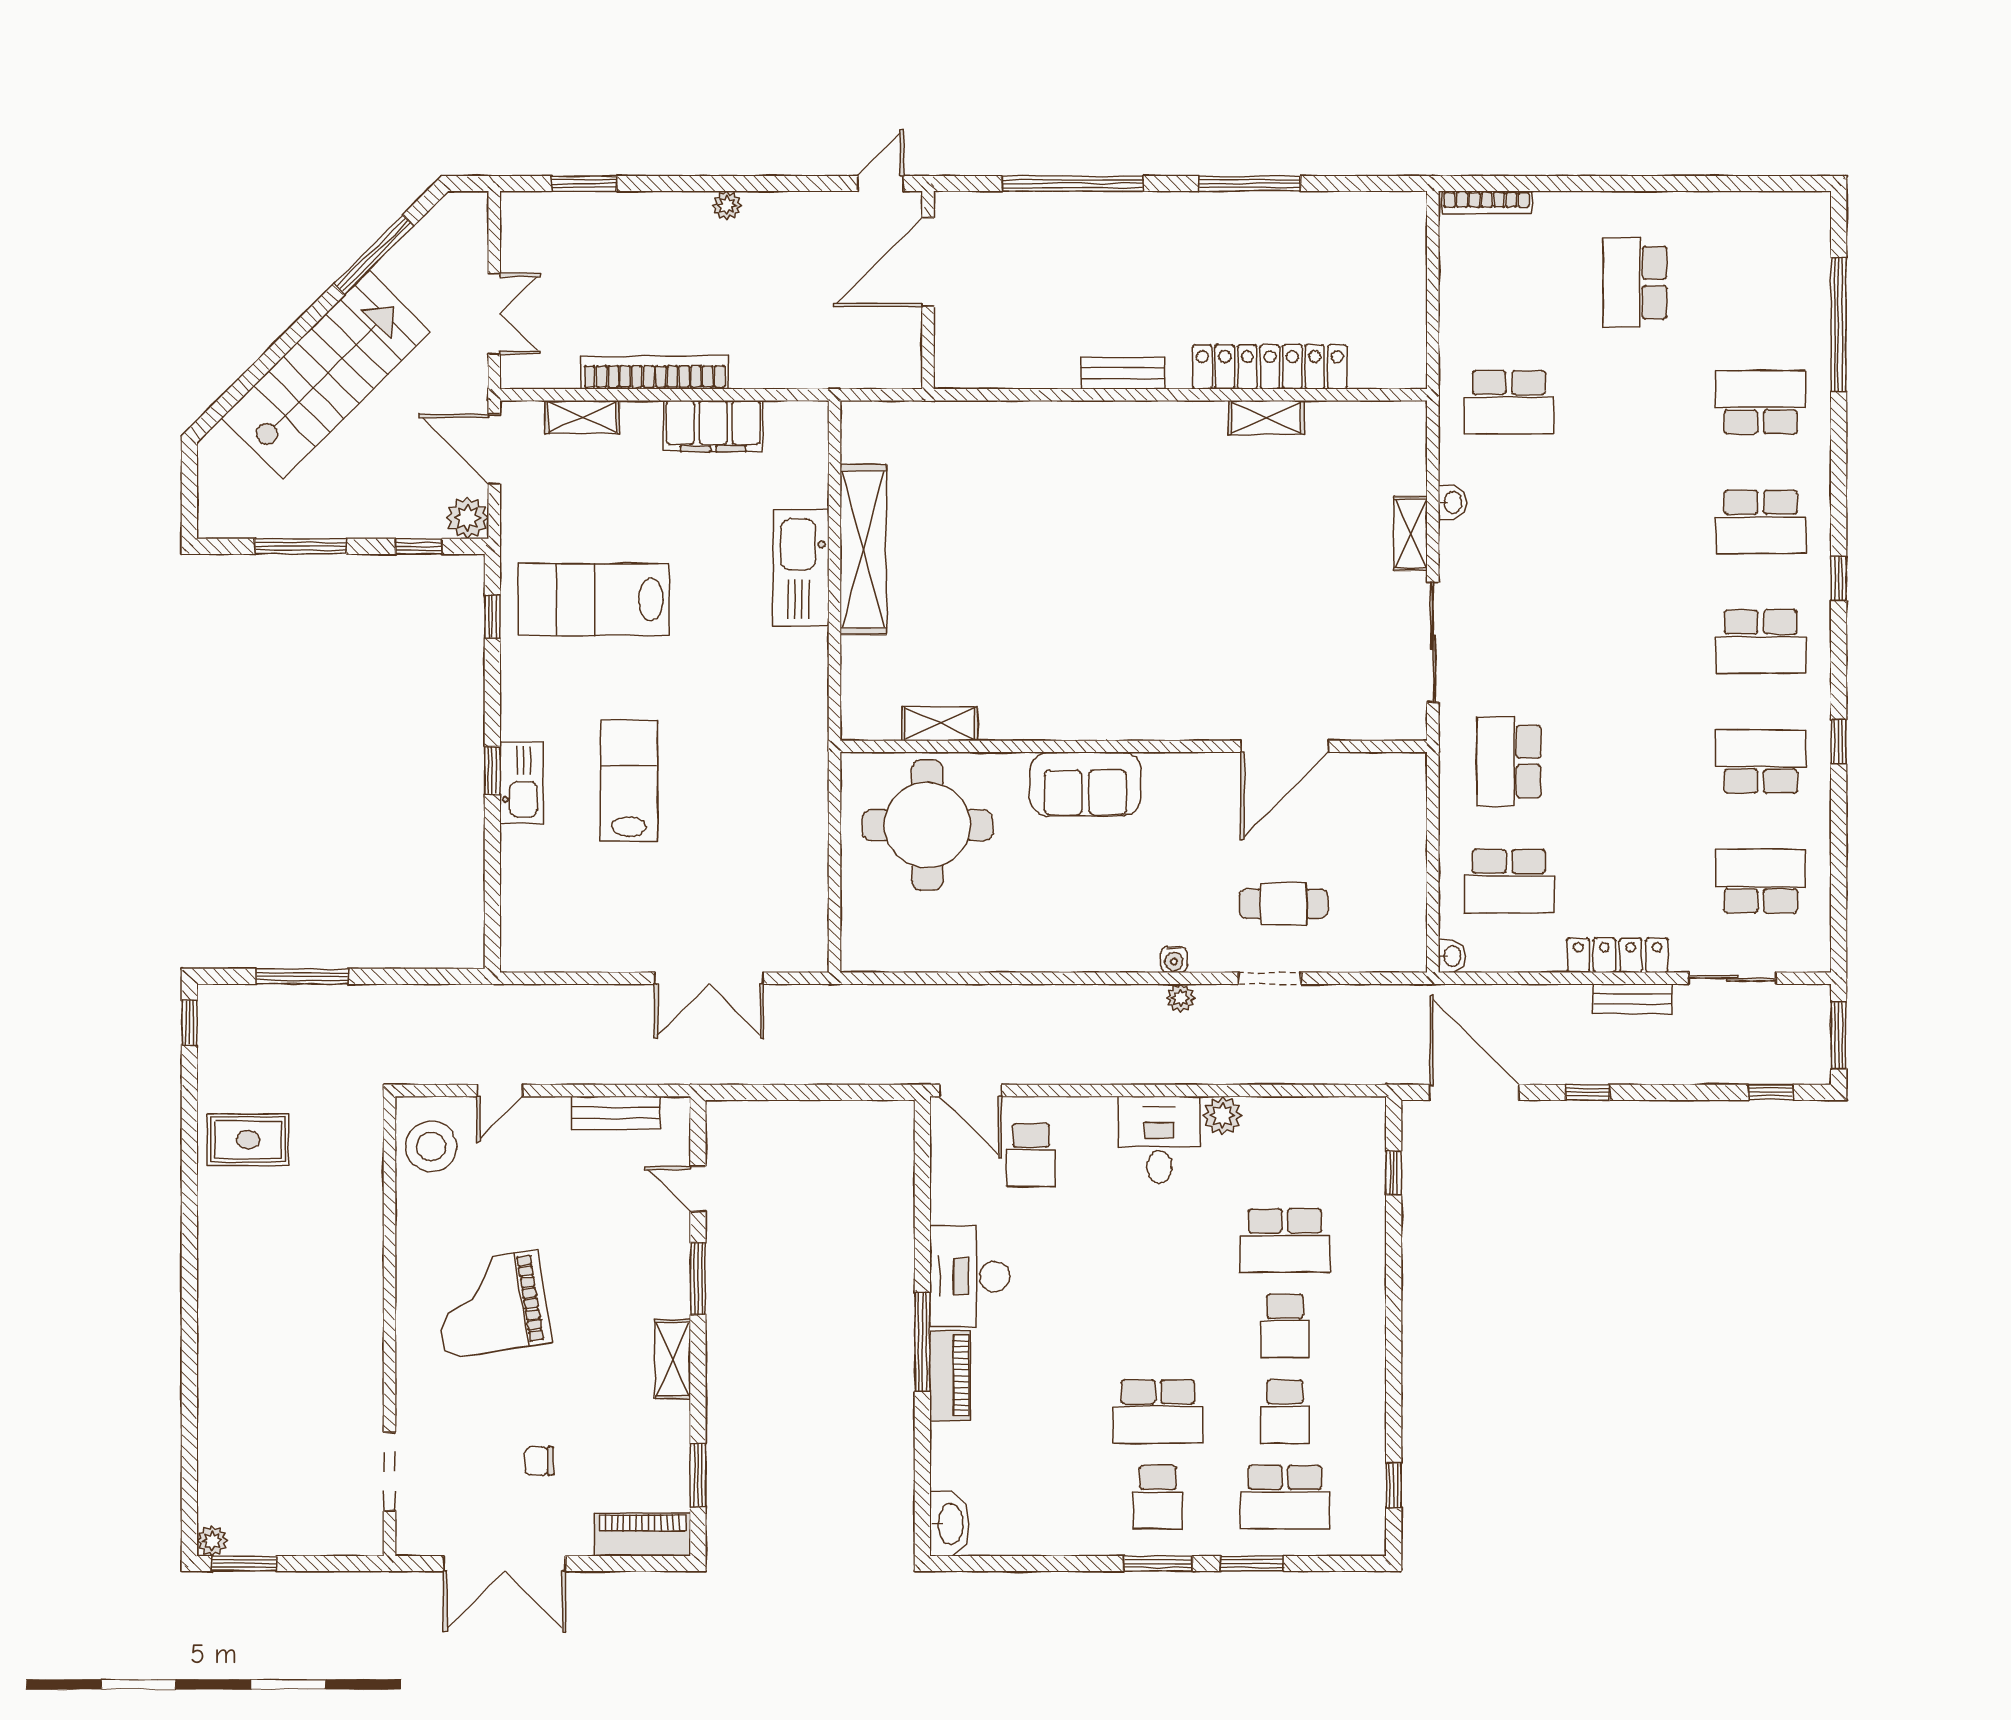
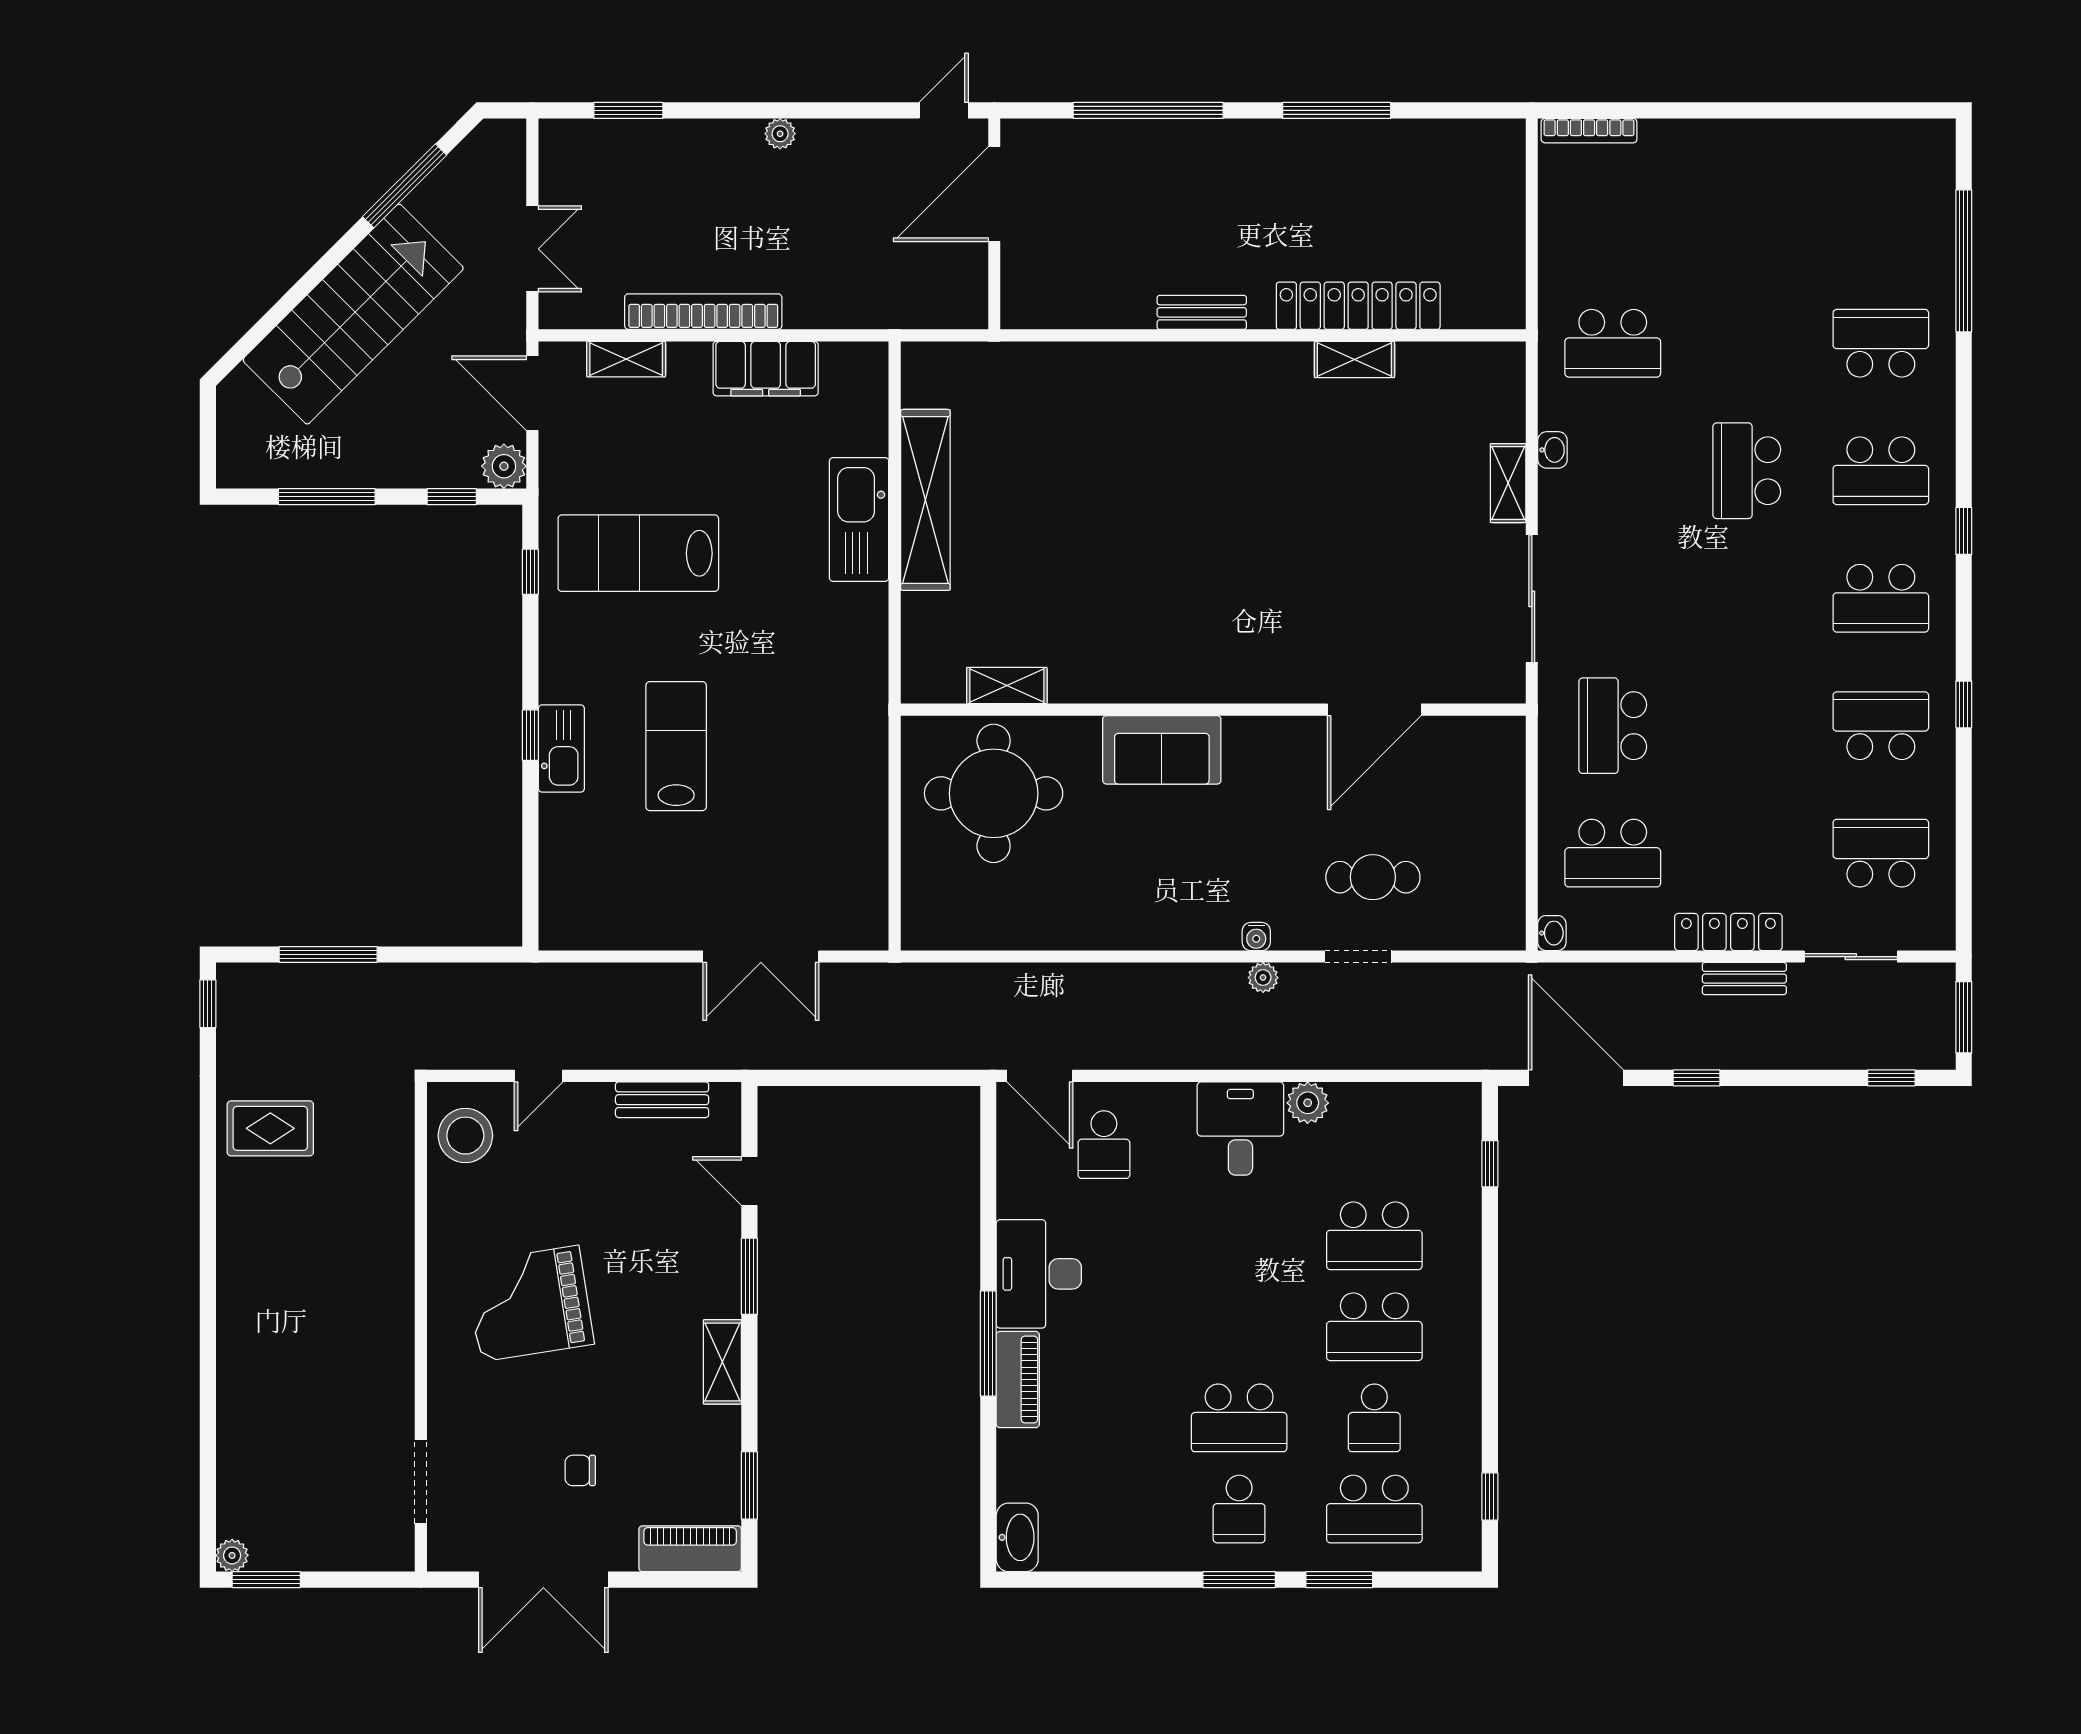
school desk: (1635, 282) -> (1747, 471), moved
school desk: (1285, 1326) -> (1374, 1327), width x1.85

